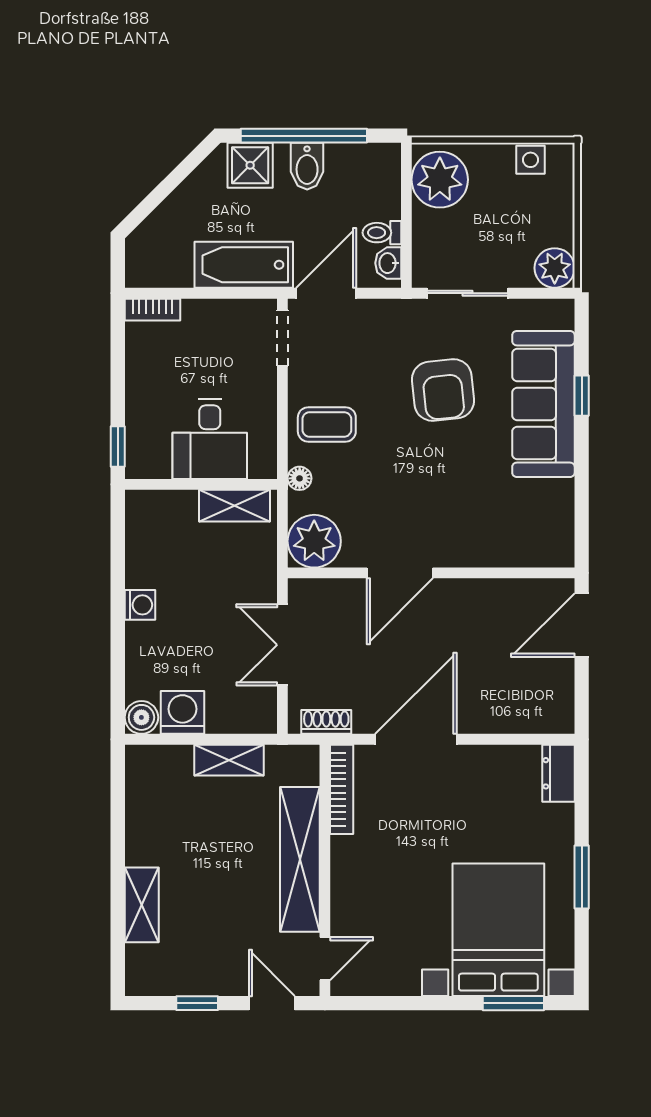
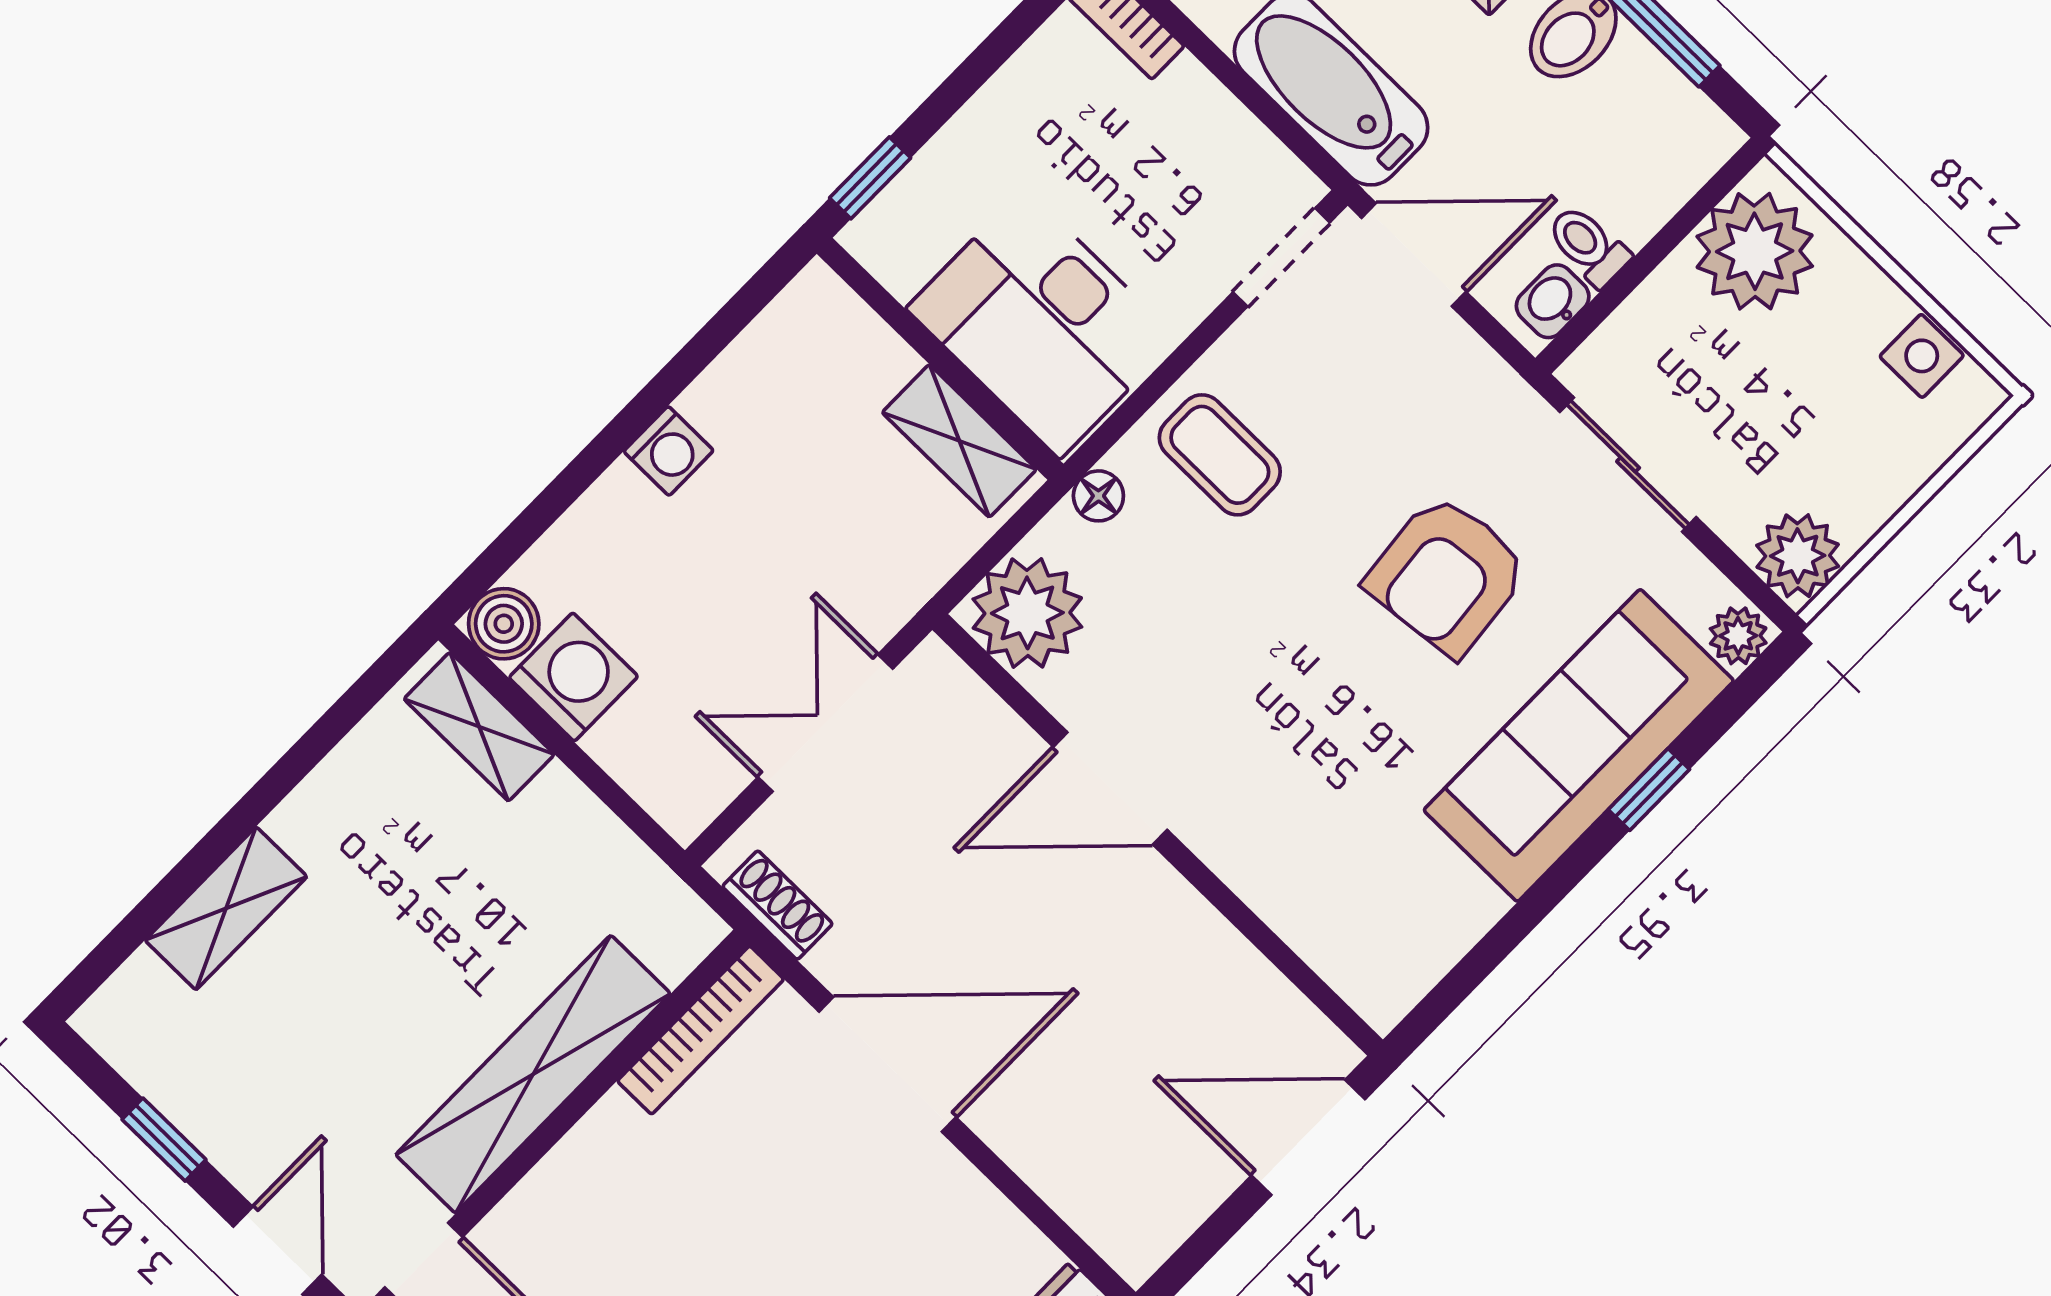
plant: (561, 315) -> (1738, 636), added
desk: (210, 439) -> (1042, 324), width x1.37
shelving: (229, 760) -> (479, 727), moved

